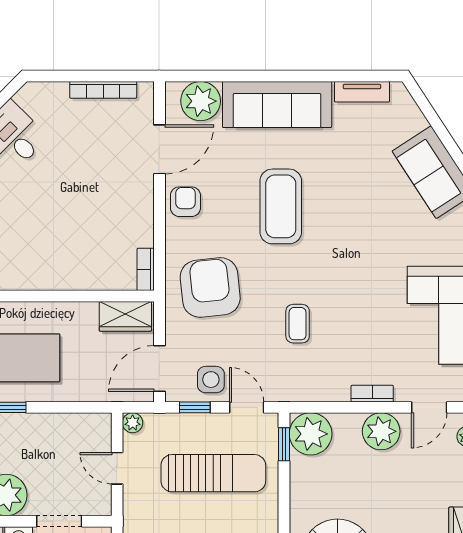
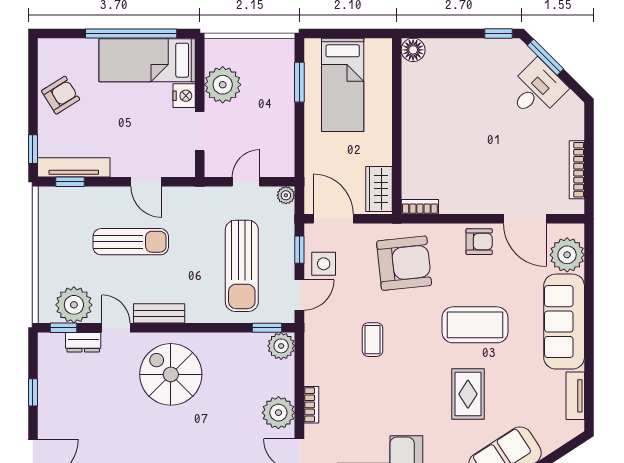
rug: (360, 214) -> (468, 394), added
coffee table: (298, 324) -> (373, 340), turned 90
plant: (311, 434) -> (281, 346), width x0.73, depth x0.73

